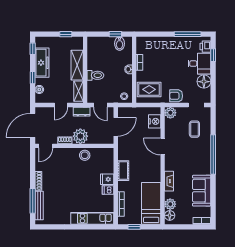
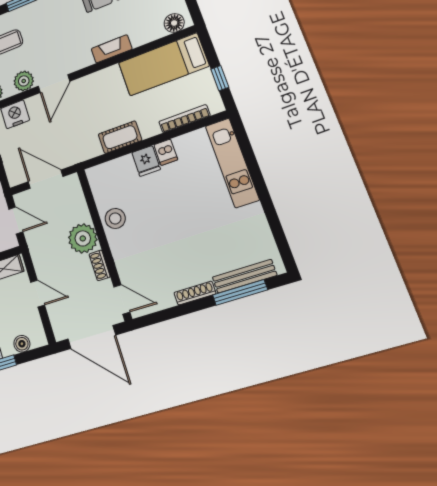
door: (100, 105) -> (16, 220), hinge flipped
dresser: (82, 112) -> (38, 251), removed
plant: (170, 204) -> (24, 81), moved

